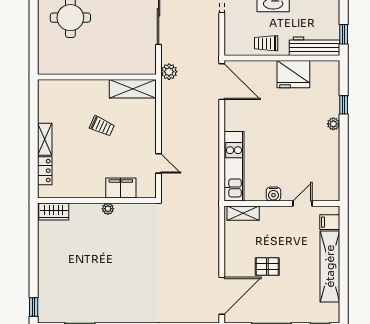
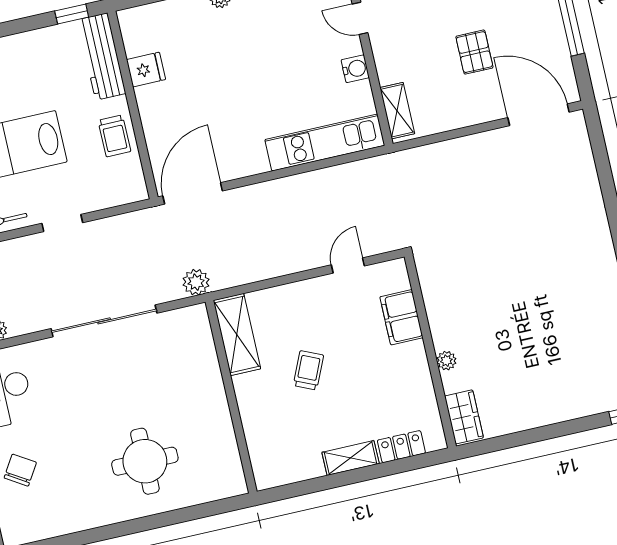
fridge: (293, 74) -> (146, 70), width x0.53, depth x0.75
plant: (108, 209) -> (446, 361), moved

